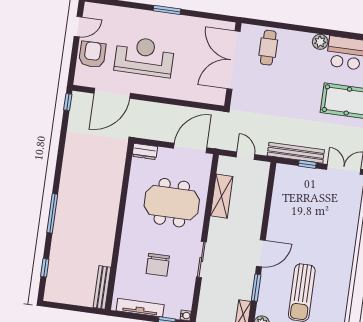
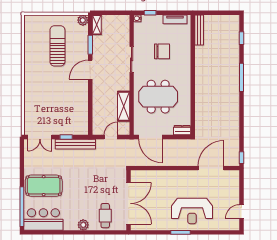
plant: (320, 42) -> (83, 225), moved
armchair: (92, 54) -> (229, 194), removed
reception desk: (144, 57) -> (192, 211), moved
door: (190, 148) -> (150, 137), hinge flipped
door: (245, 156) -> (111, 137), swing flipped
chair: (158, 265) -> (162, 51), turned 90
tv unit: (140, 308) -> (175, 19), width x0.71

